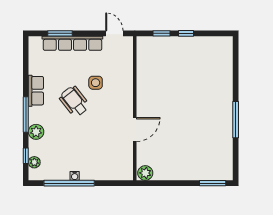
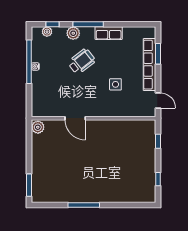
door: (114, 33) -> (158, 101), hinge flipped
window: (186, 33) -> (158, 179), moved
wheelchair: (74, 101) -> (82, 61), moved

